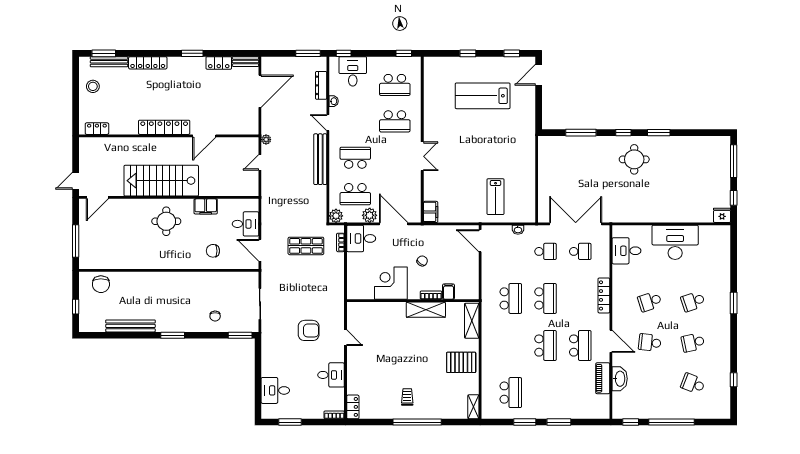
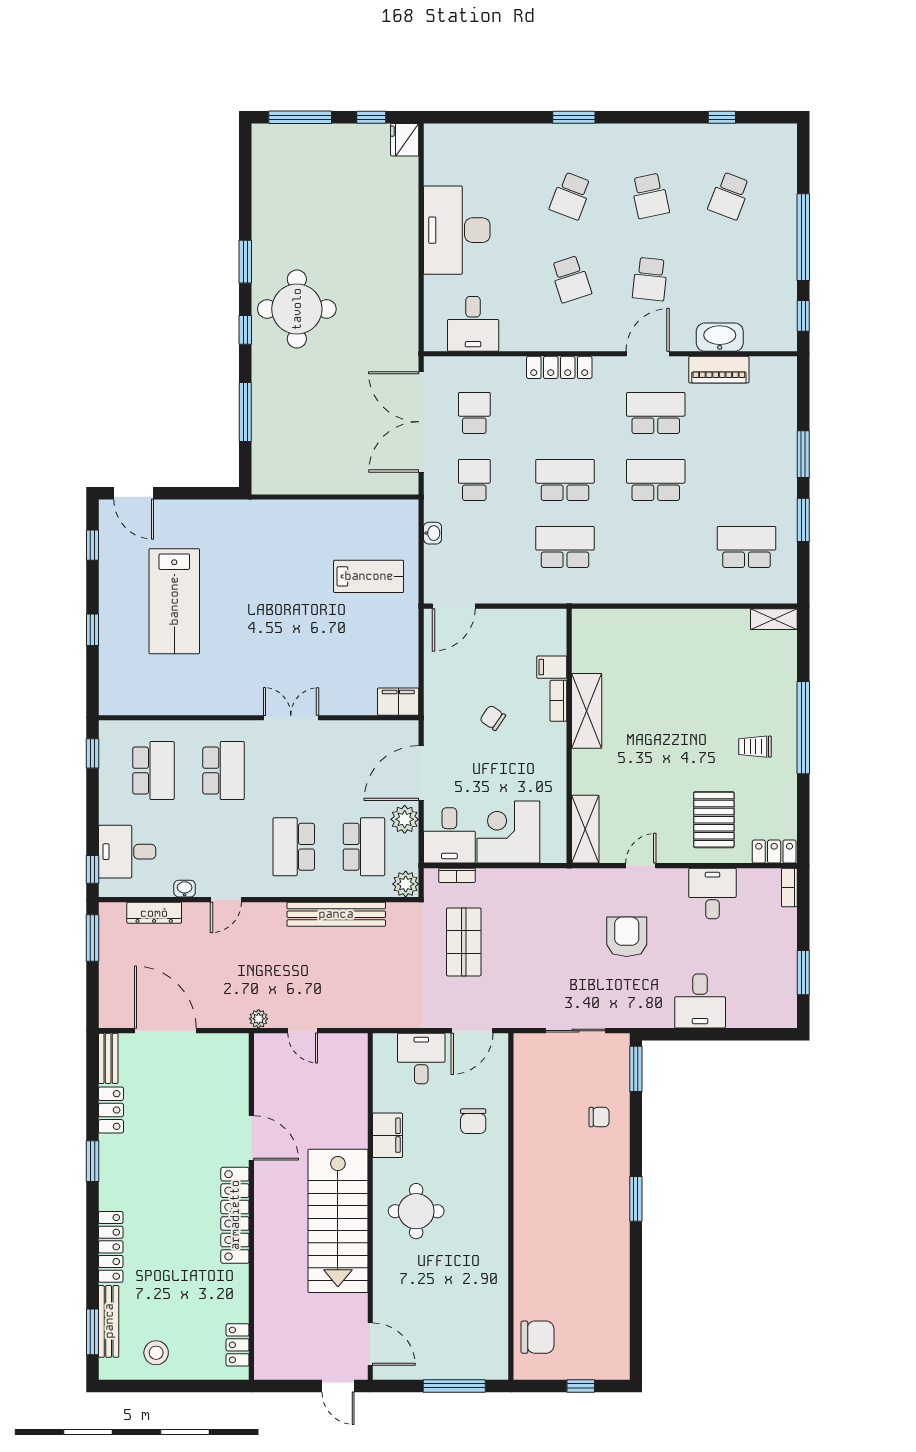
bench: (320, 159) -> (336, 914), moved
round table: (634, 159) -> (297, 309), width x1.36, depth x1.36
corner desk: (391, 283) -> (508, 832), moved, turned 90
school desk: (693, 301) -> (571, 196), turned 39
shelving: (472, 321) -> (585, 829), moved, turned 90
bench: (130, 326) -> (618, 1280), removed
pallet: (461, 362) -> (714, 820), moved
desk: (275, 390) -> (700, 1001), moved

